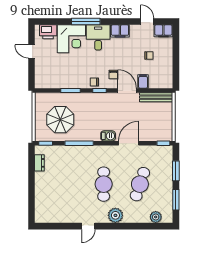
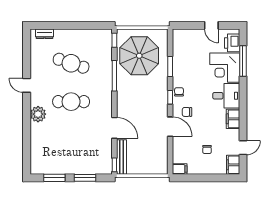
window: (86, 22) -> (243, 61), moved
door: (31, 51) -> (211, 25), swing flipped
filing cabinet: (143, 81) -> (180, 169), moved
door: (127, 90) -> (170, 127), hinge flipped
bench: (156, 97) -> (121, 157), moved
parasol: (60, 120) -> (139, 56), width x1.36, depth x1.36
barbecue: (108, 136) -> (122, 106), removed
dresser: (39, 163) -> (45, 34), moved
cafe table: (140, 184) -> (71, 63), moved
plant: (156, 217) -> (36, 157), removed

